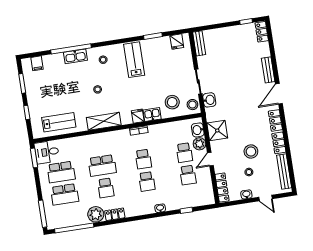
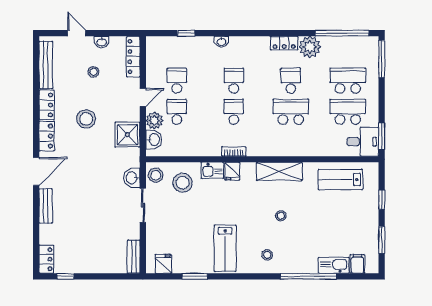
kitchen sink: (75, 56) -> (334, 265), moved
stool: (251, 152) -> (86, 119), moved

